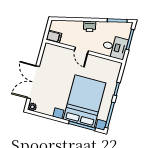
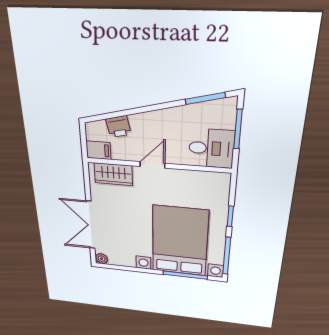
printer: (90, 26) -> (118, 127), moved
door: (81, 51) -> (152, 165), swing flipped
wardrobe: (58, 52) -> (113, 174), added

